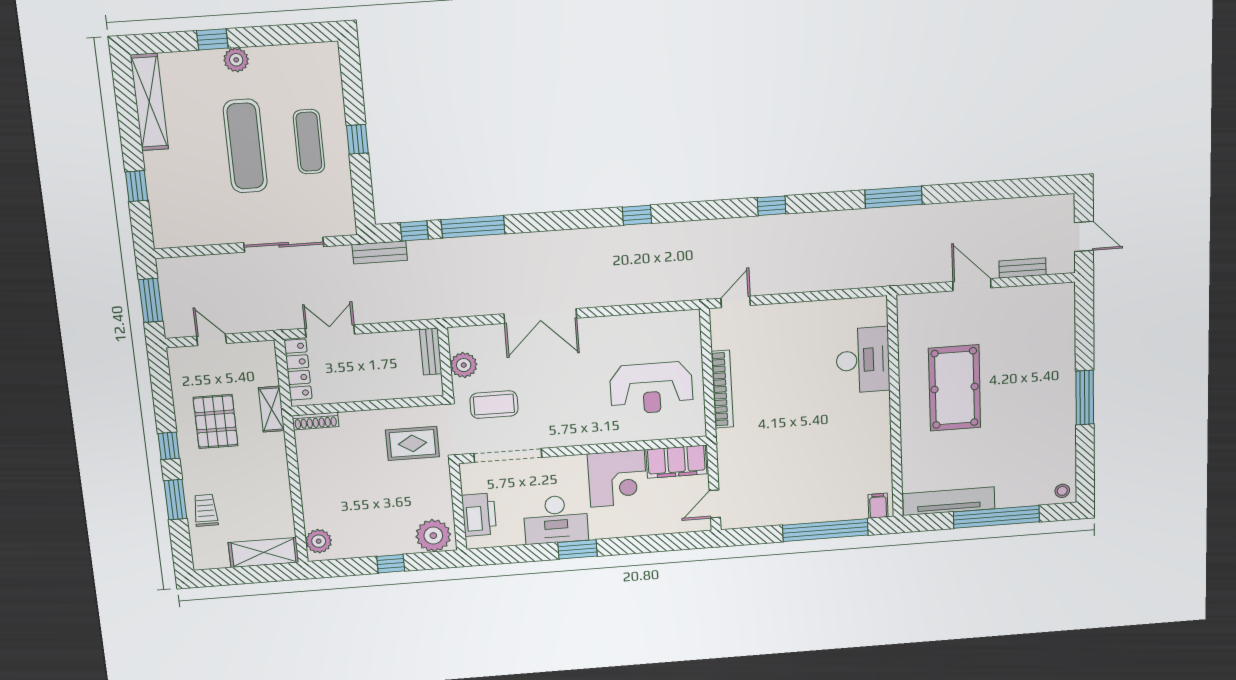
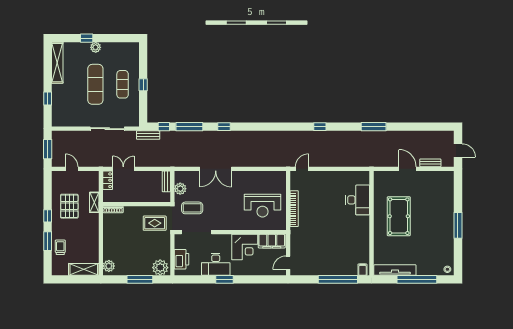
window: (637, 215) -> (224, 127), moved
locker: (298, 370) -> (108, 180), width x0.66
window: (391, 564) -> (140, 279), width x2.17

